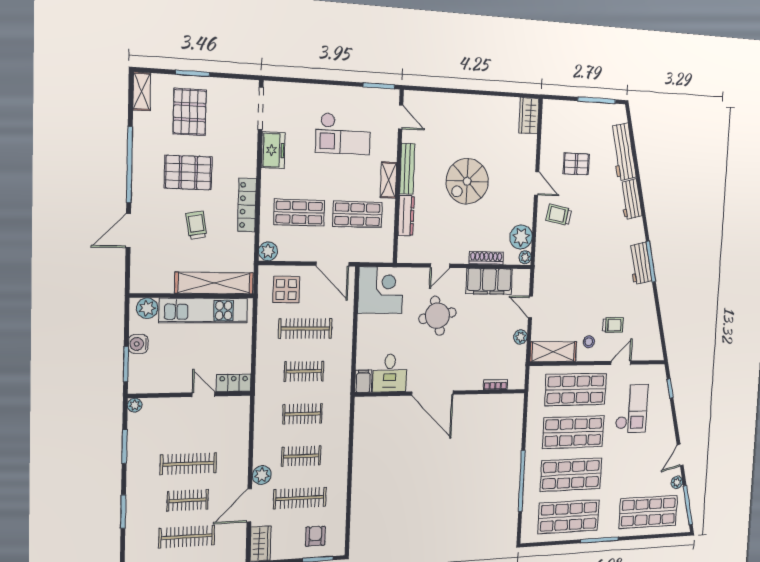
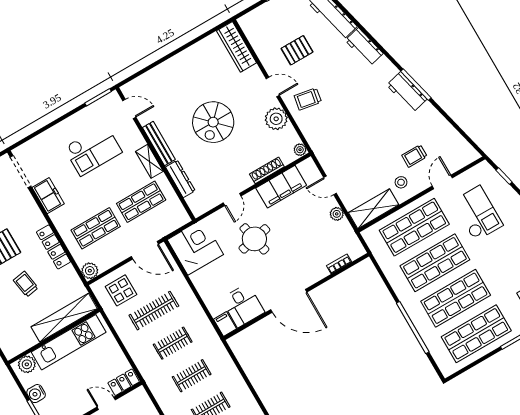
wardrobe: (529, 116) -> (236, 47), width x1.50
plant: (521, 237) -> (276, 119), moved
trolley: (613, 325) -> (414, 156), turned 180

